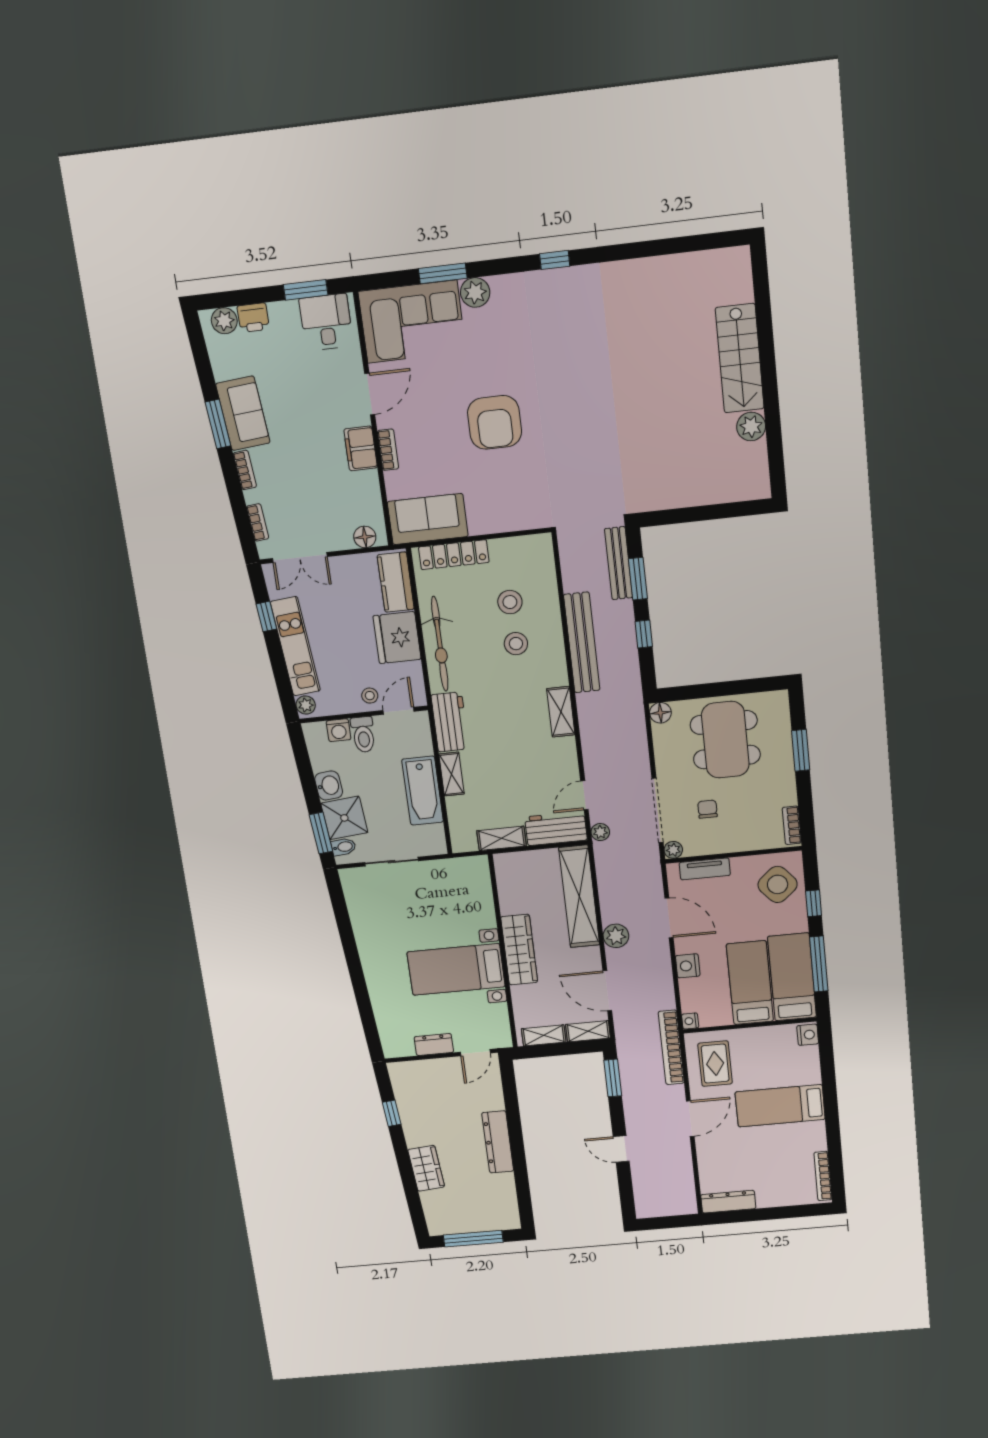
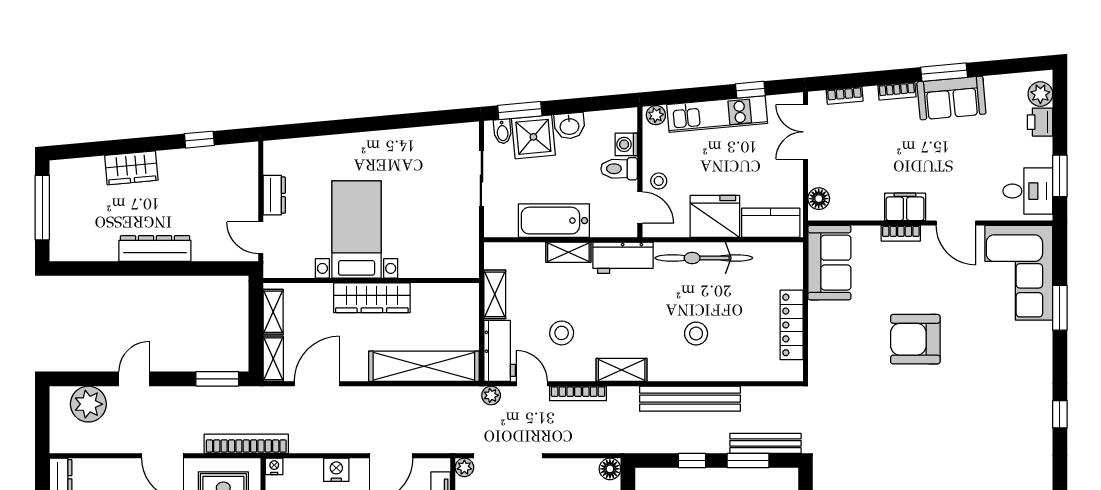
plant: (475, 292) -> (1039, 336), removed
locker: (454, 555) -> (792, 325), moved
stool: (510, 602) -> (562, 333), moved
bookcase: (589, 751) -> (578, 393), added
plant: (616, 936) -> (88, 404), moved, width x1.36, depth x1.36

